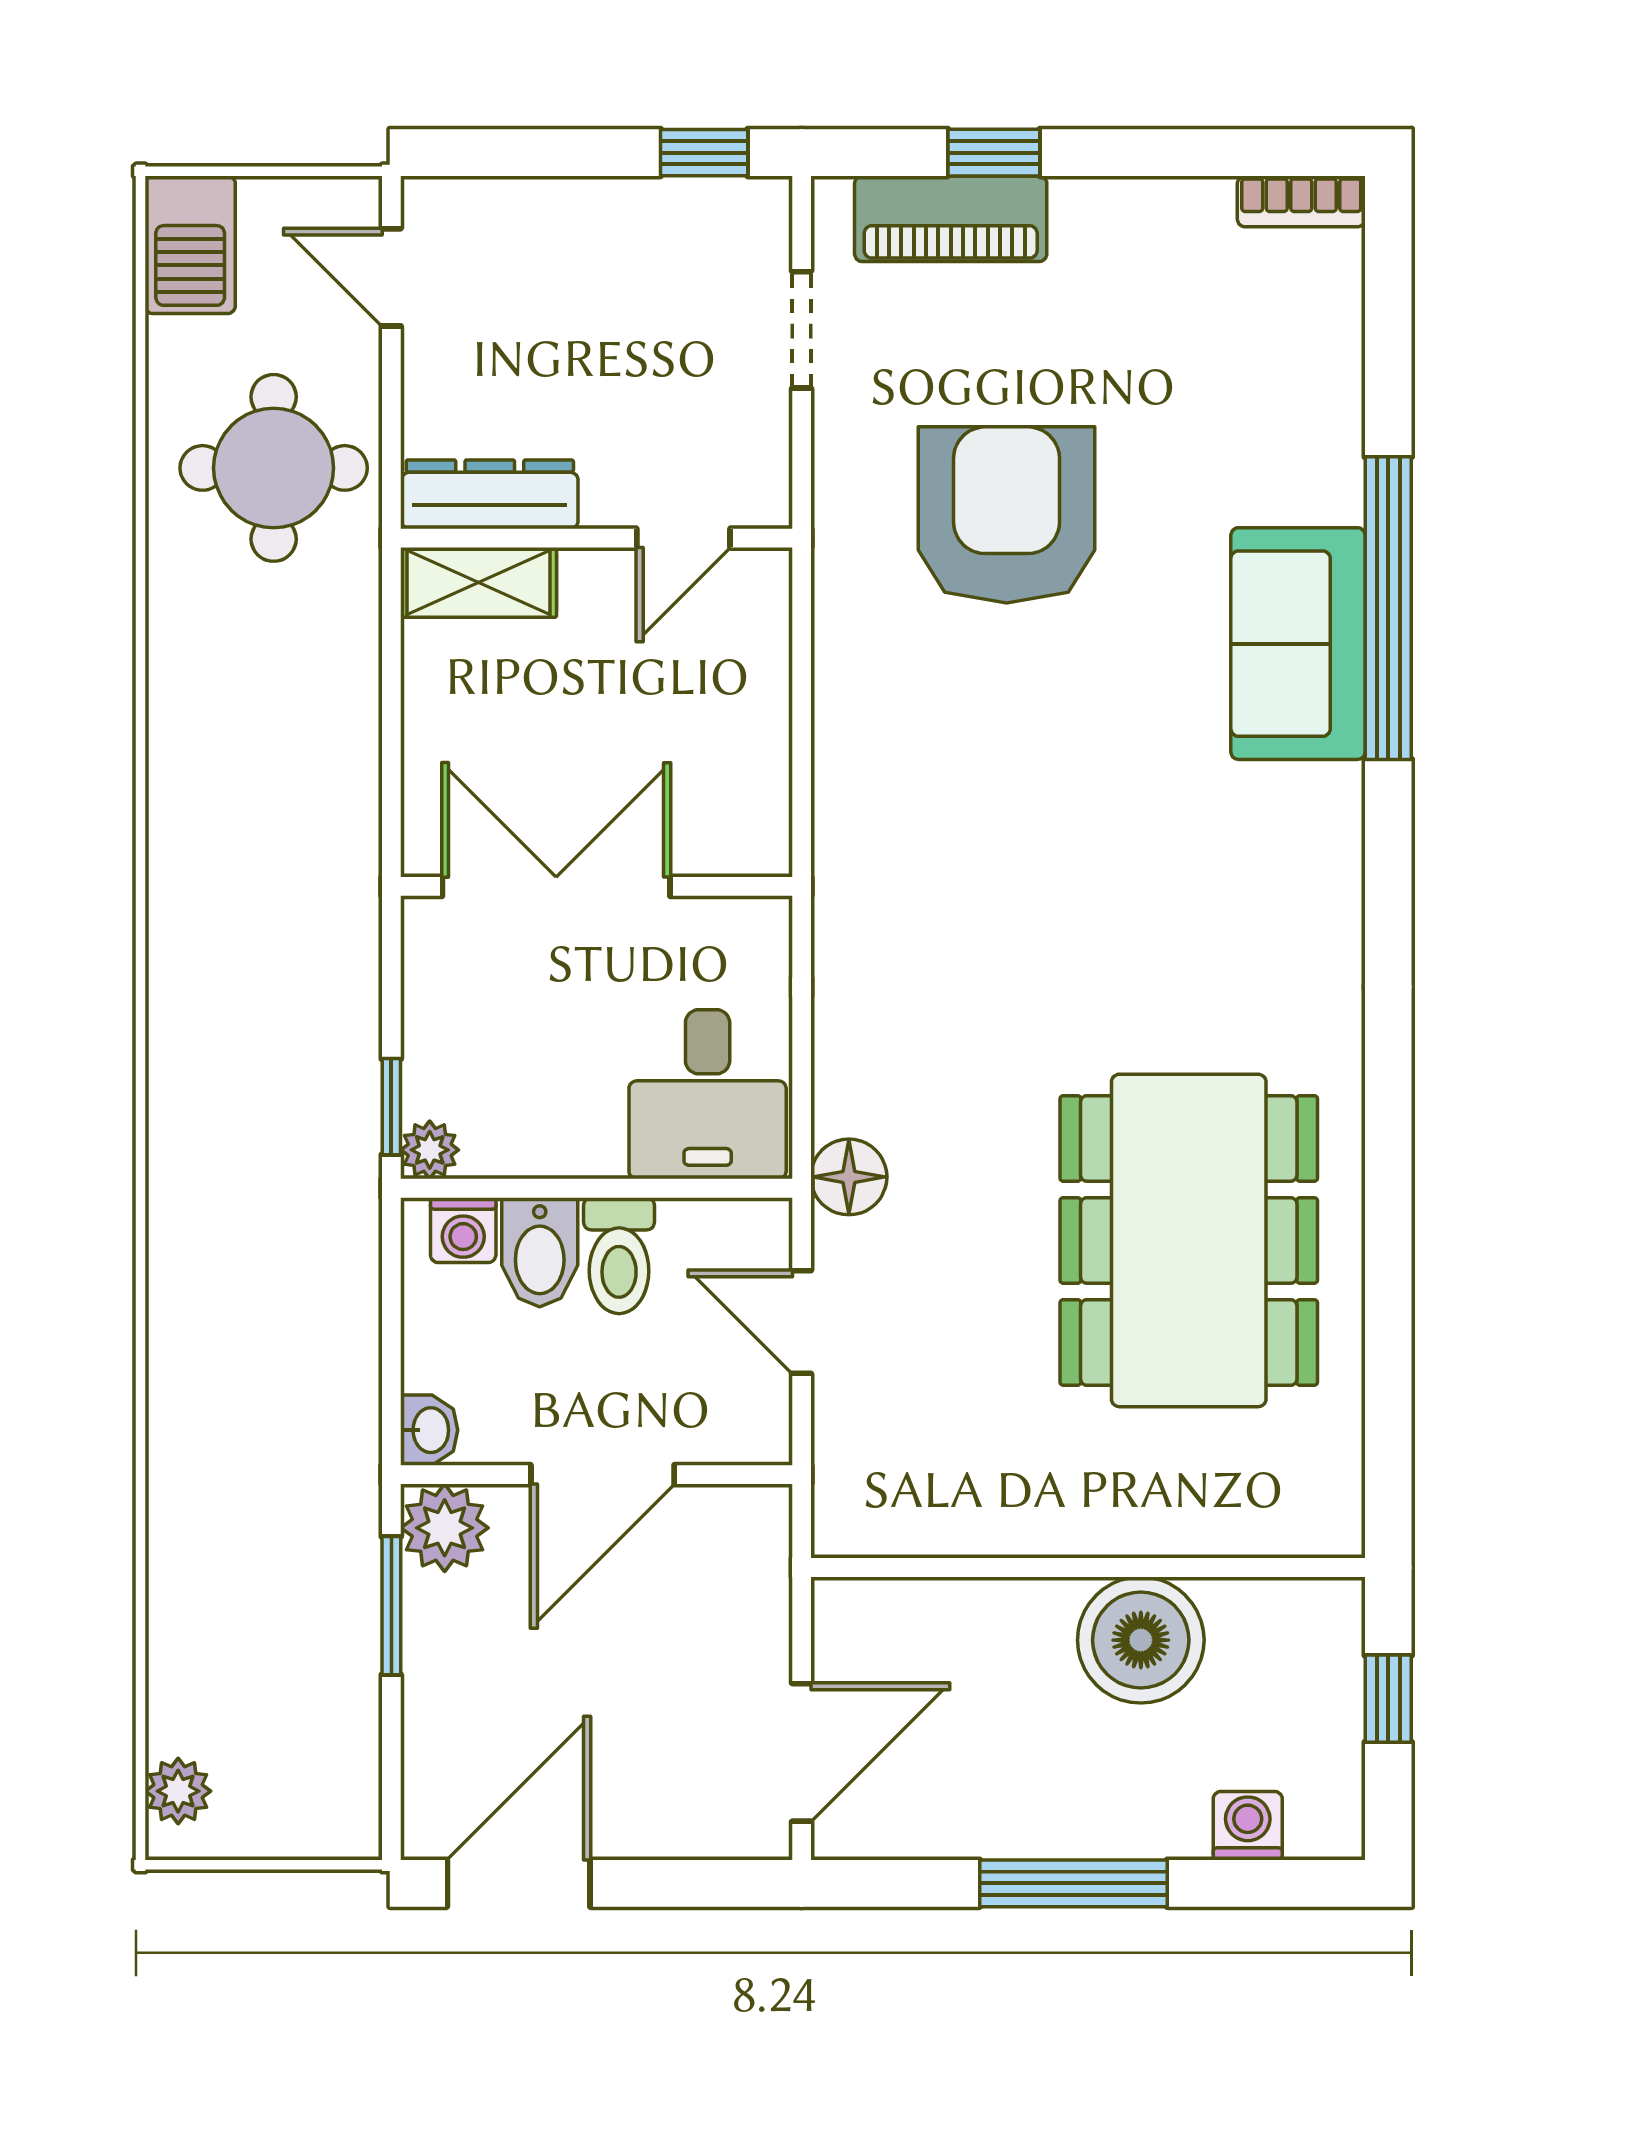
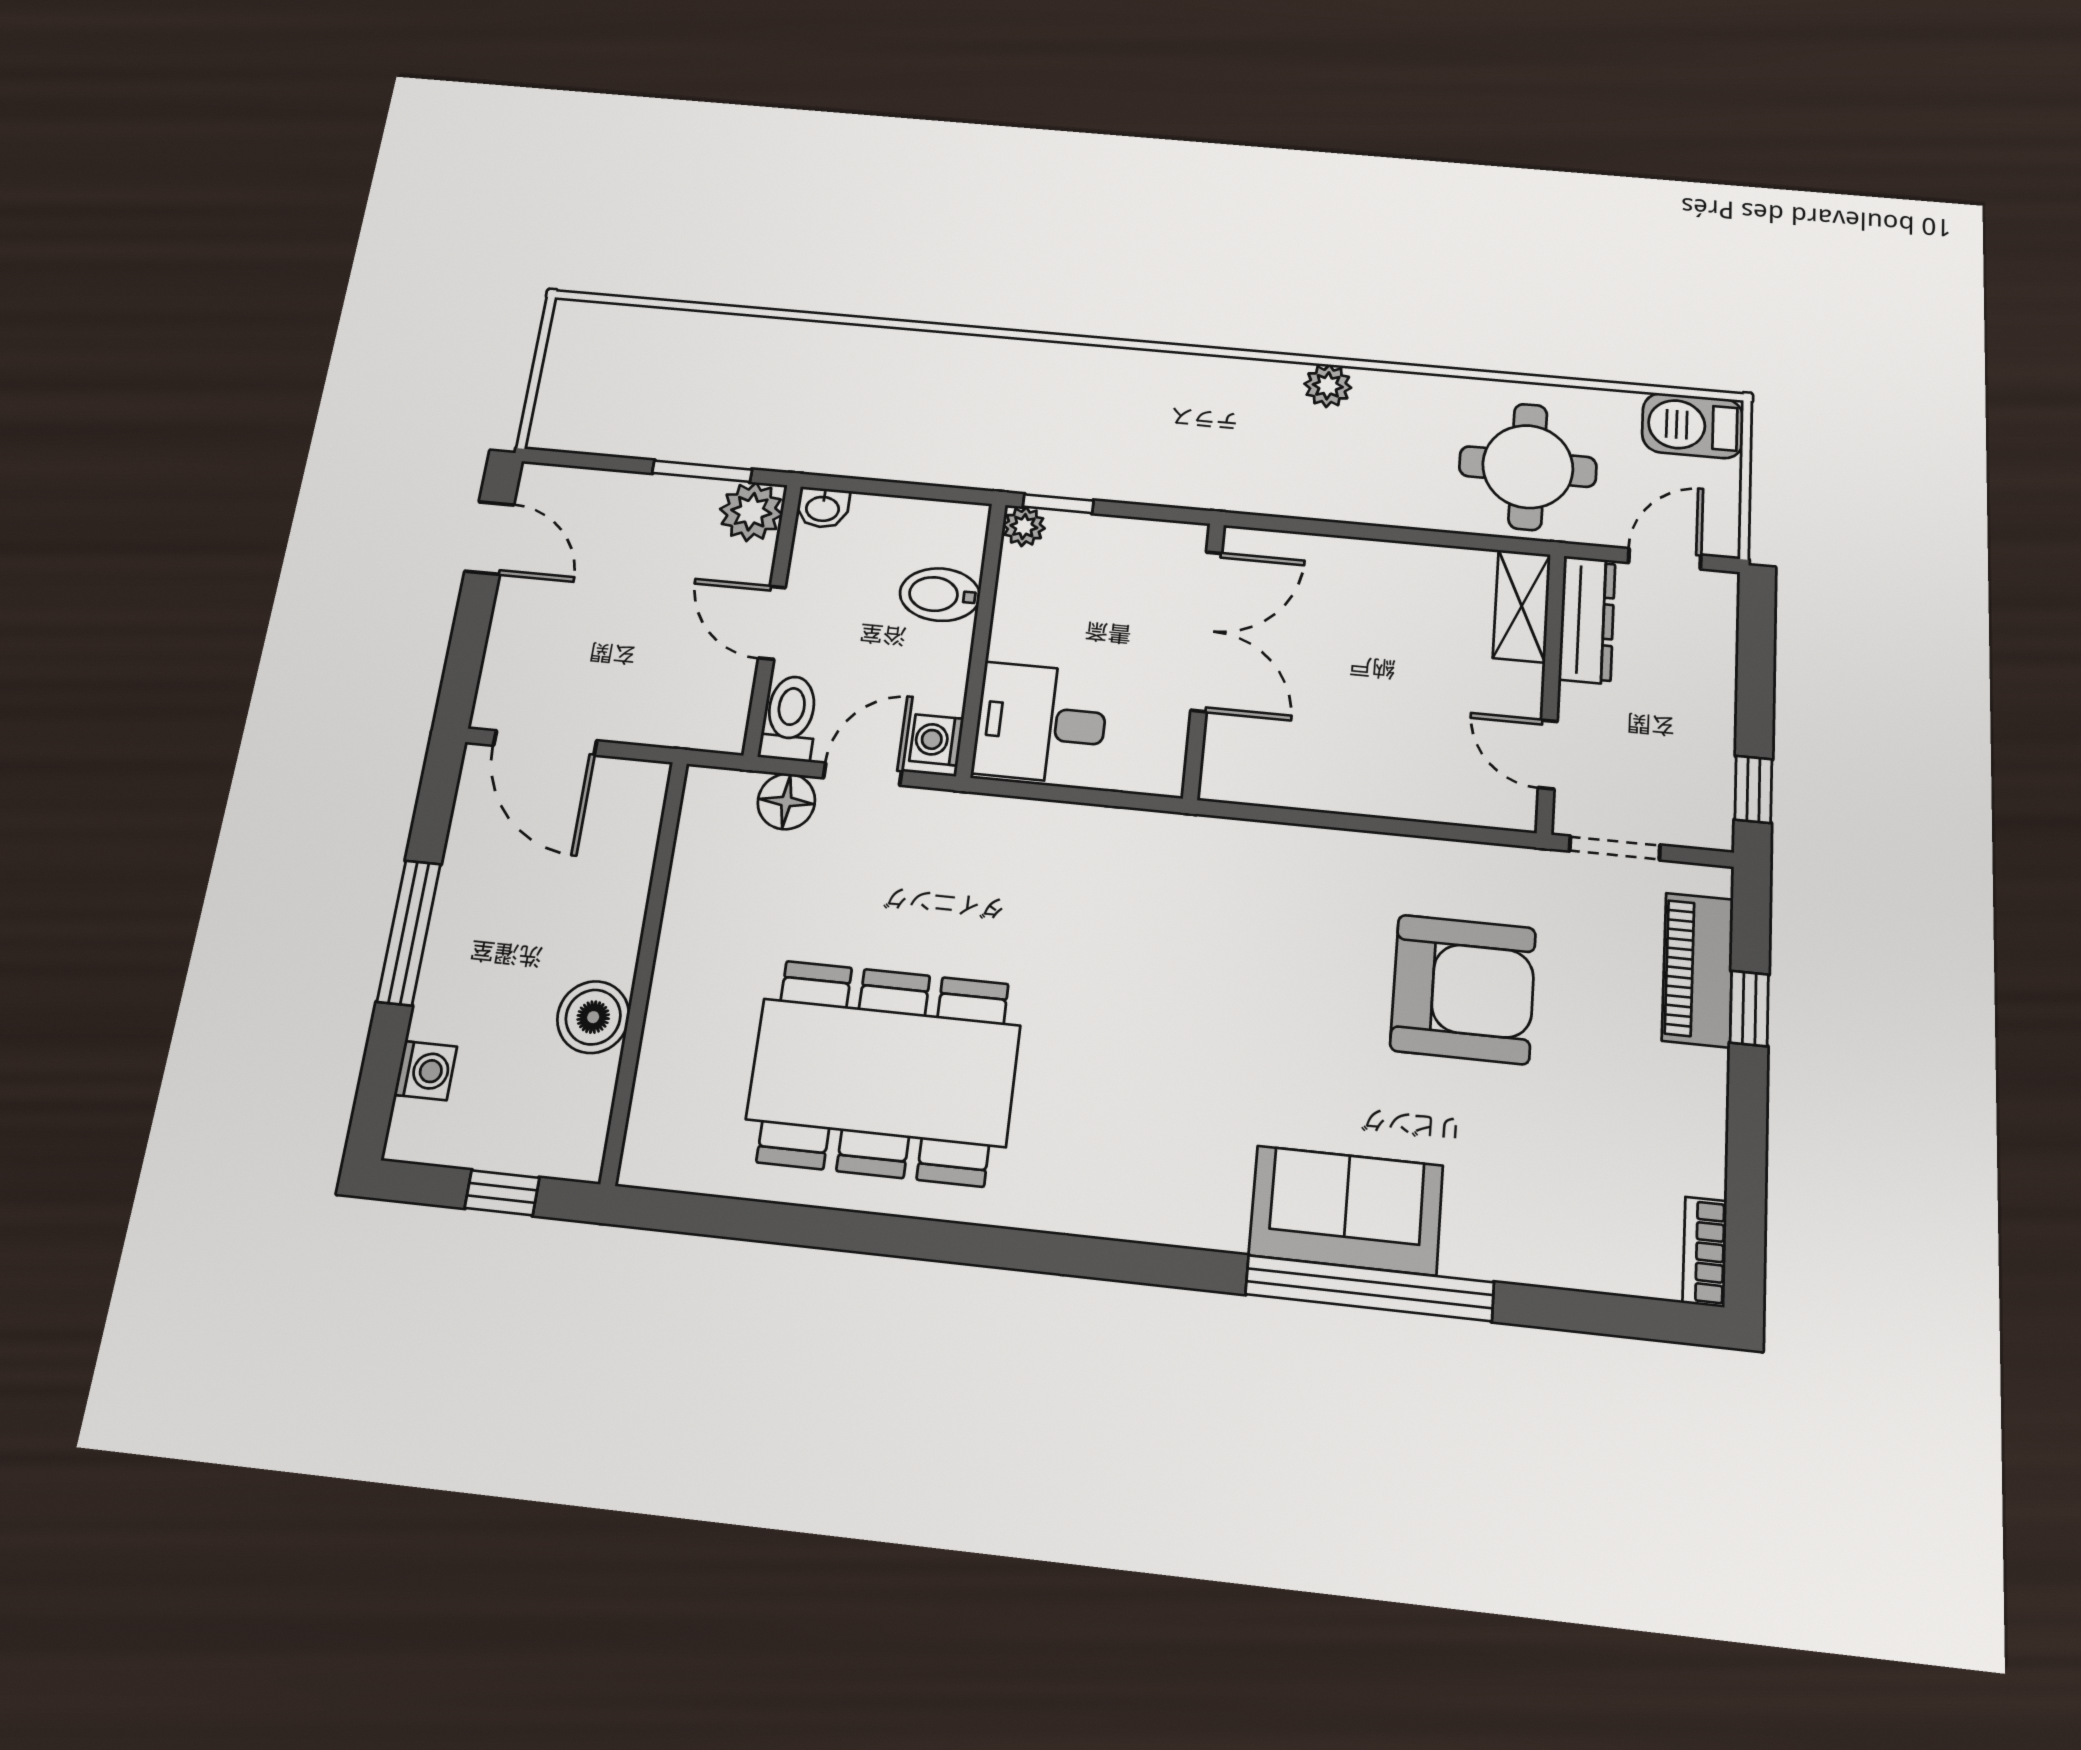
dresser: (490, 494) -> (1587, 620), moved
wall: (596, 538) -> (1551, 692), moved
door: (683, 538) -> (1548, 754), moved
shelving: (479, 582) -> (1522, 606), moved
floor lamp: (849, 1177) -> (786, 801), moved
washing machine: (463, 1230) -> (937, 740), moved
toilet: (619, 1256) -> (790, 718), moved, turned 90
door: (603, 1475) -> (772, 623), width x0.73
boiler: (1141, 1640) -> (593, 1017), width x0.73, depth x0.73
plant: (178, 1791) -> (1328, 386), moved
door: (519, 1883) -> (489, 538), width x0.73

